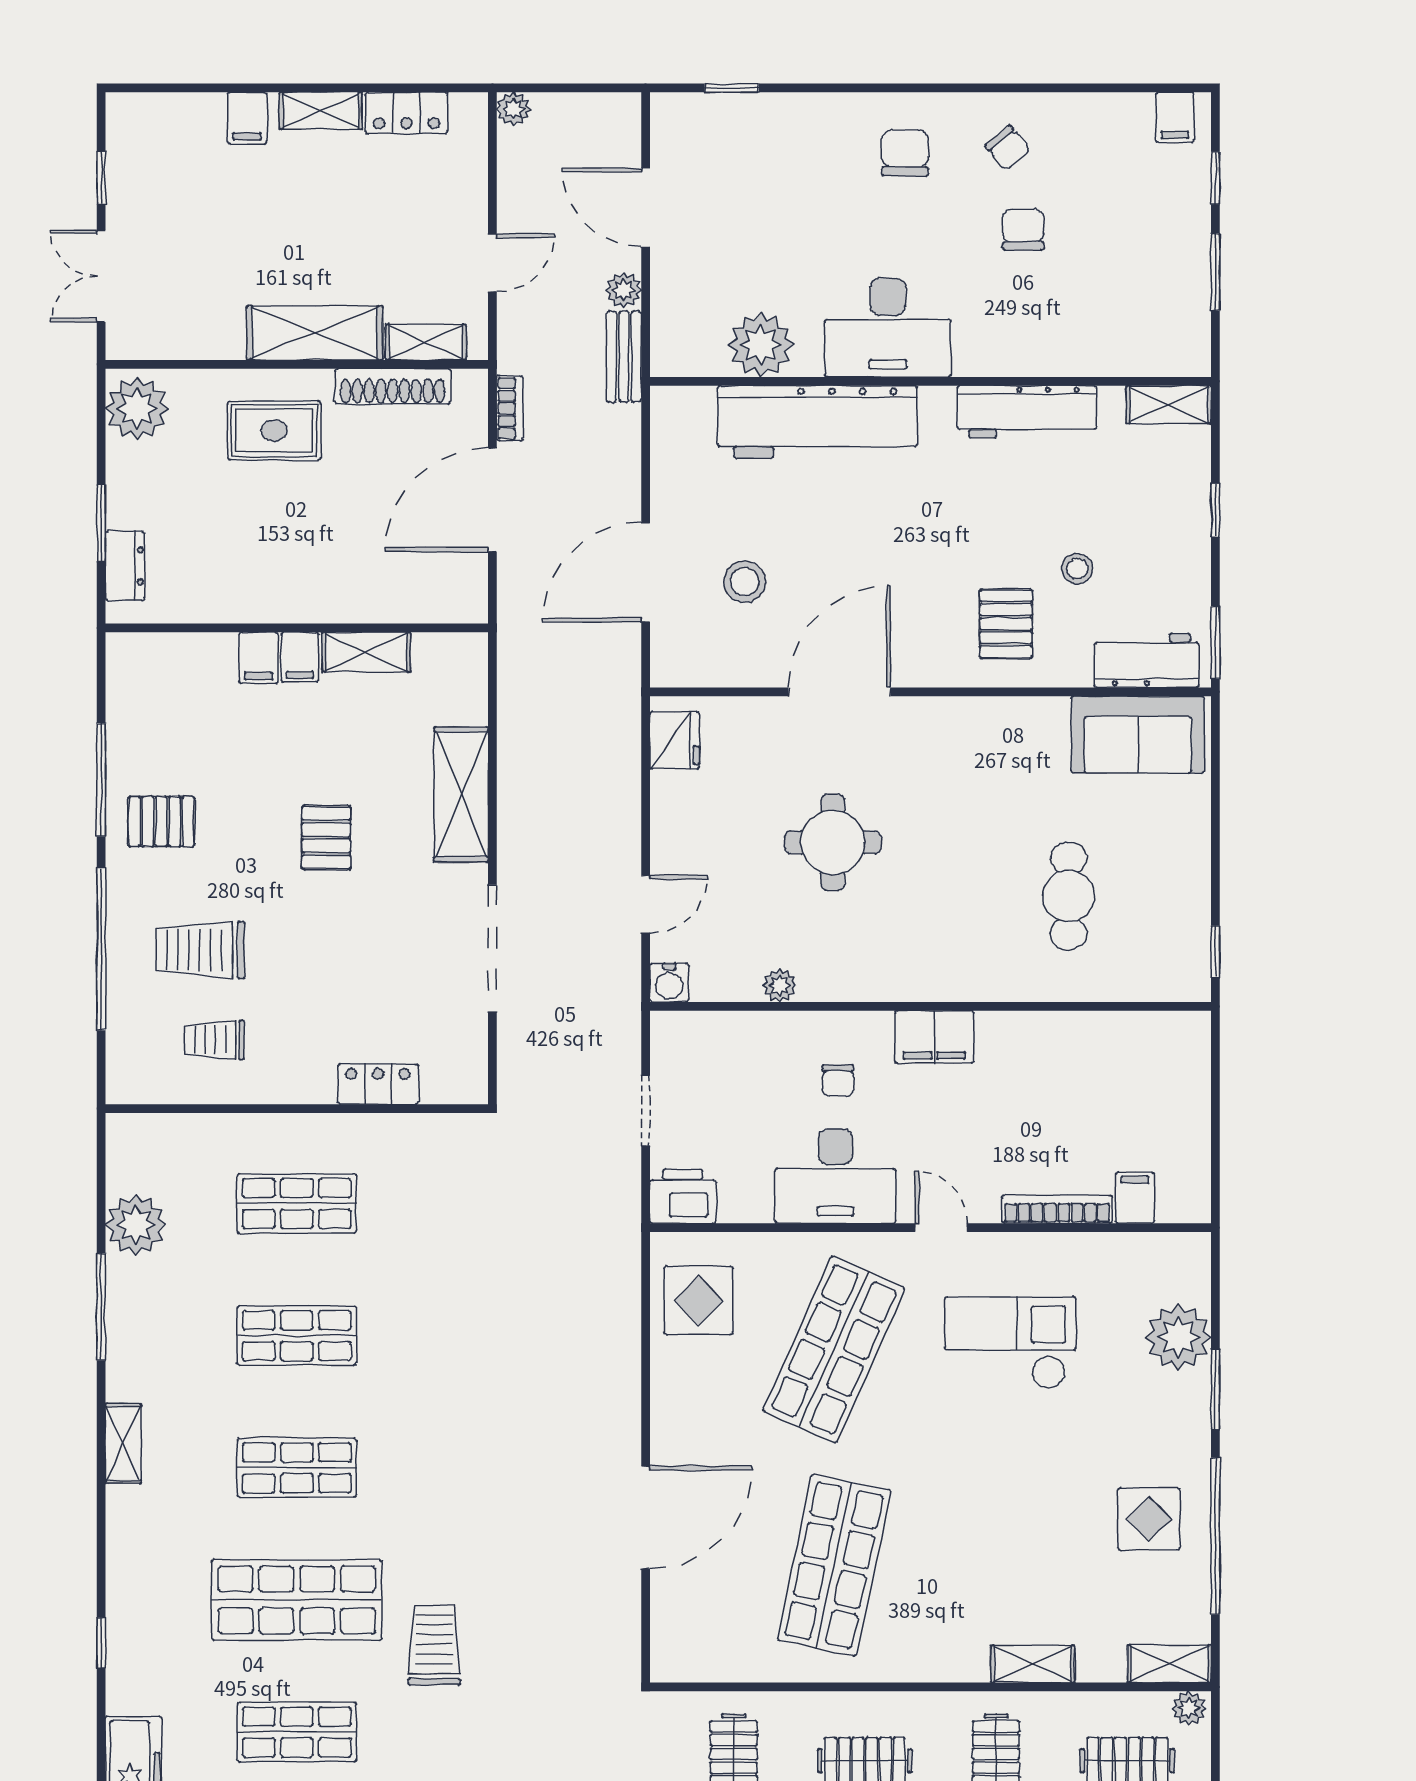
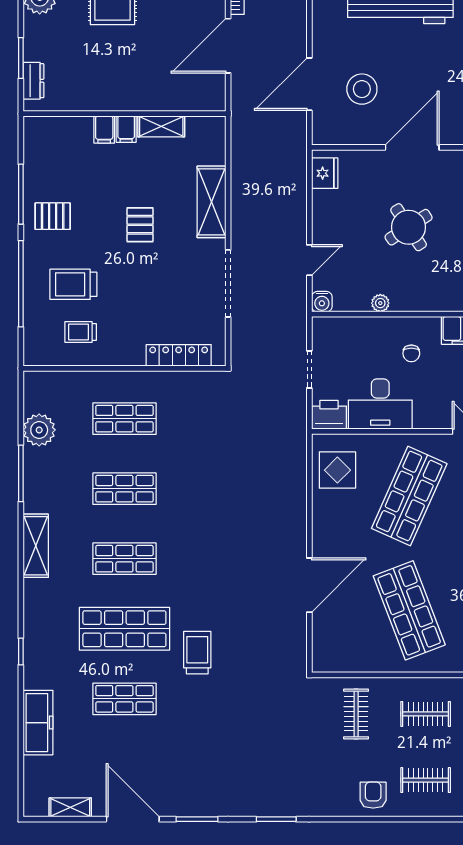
stool: (745, 582) -> (362, 89), width x1.38, depth x1.38
round table: (833, 842) -> (409, 227), turned -33
locker: (378, 1084) -> (179, 355), width x1.53
desk: (835, 1176) -> (380, 404), moved
shelving: (123, 1443) -> (36, 546), width x1.50, depth x1.33
shop shelf: (834, 1565) -> (409, 610), turned -33

